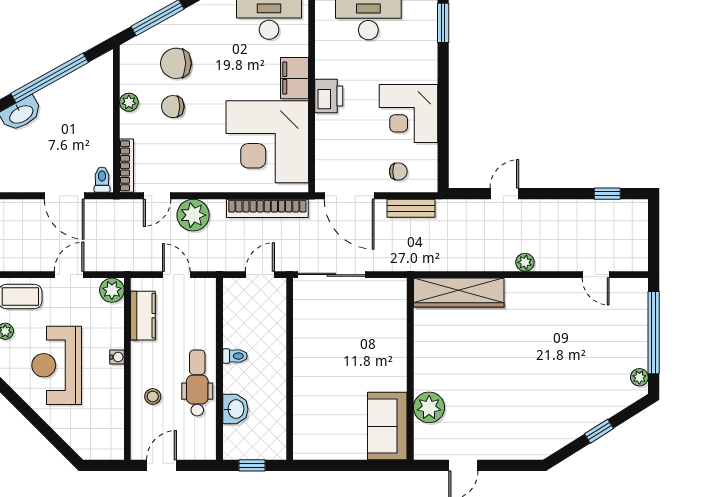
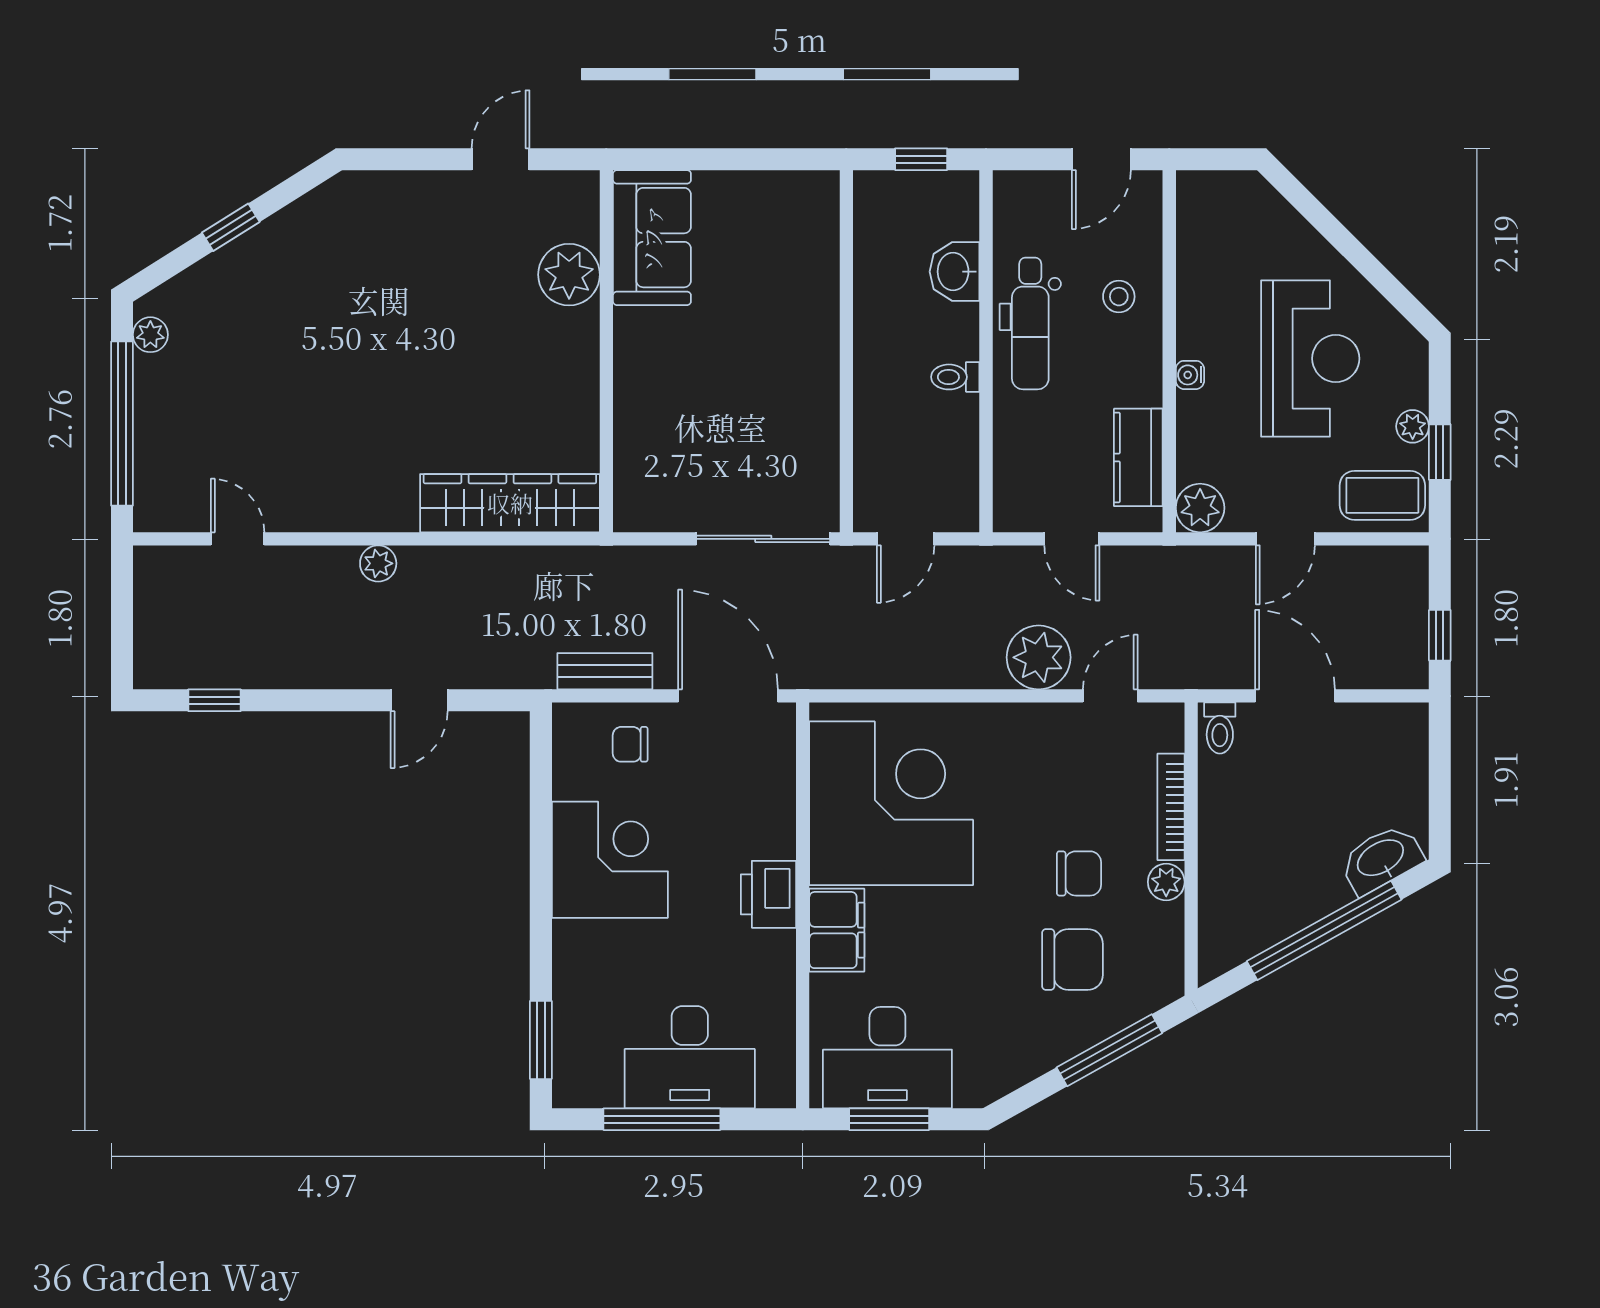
bookcase: (127, 166) -> (1171, 807), moved
bookcase: (267, 208) -> (891, 671), removed

